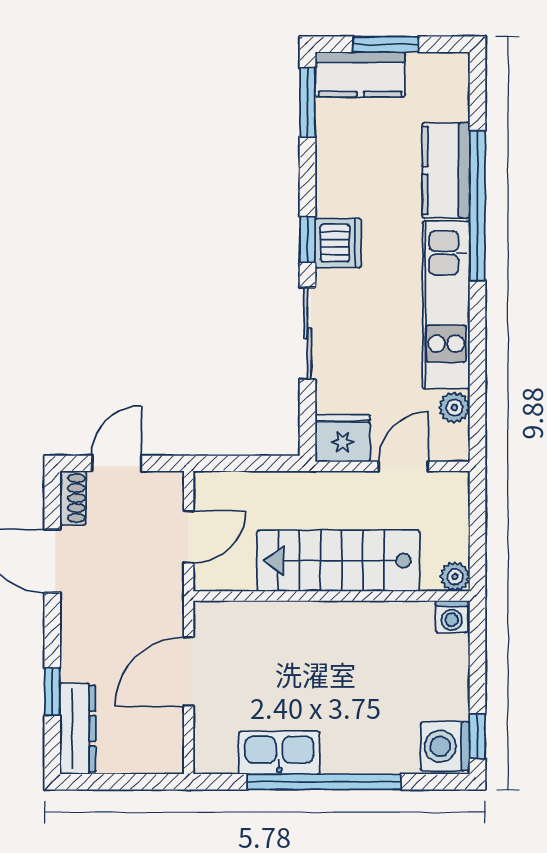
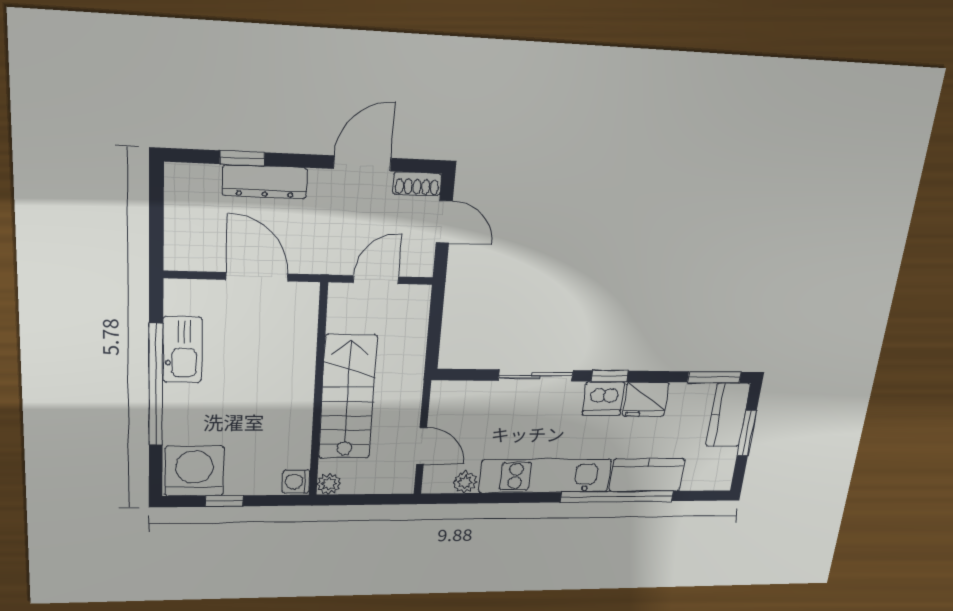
fridge: (343, 438) -> (646, 399), moved, turned 90
door: (189, 537) -> (376, 280), swing flipped
dresser: (78, 729) -> (265, 182), moved
window: (477, 736) -> (224, 501), moved
washing machine: (445, 746) -> (194, 471), width x1.37, depth x1.37

